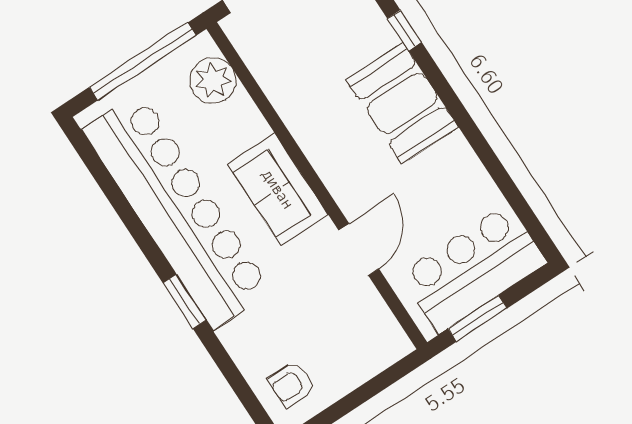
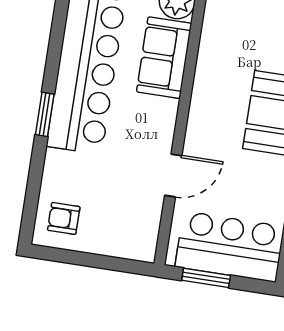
sofa: (278, 189) -> (164, 58), moved

